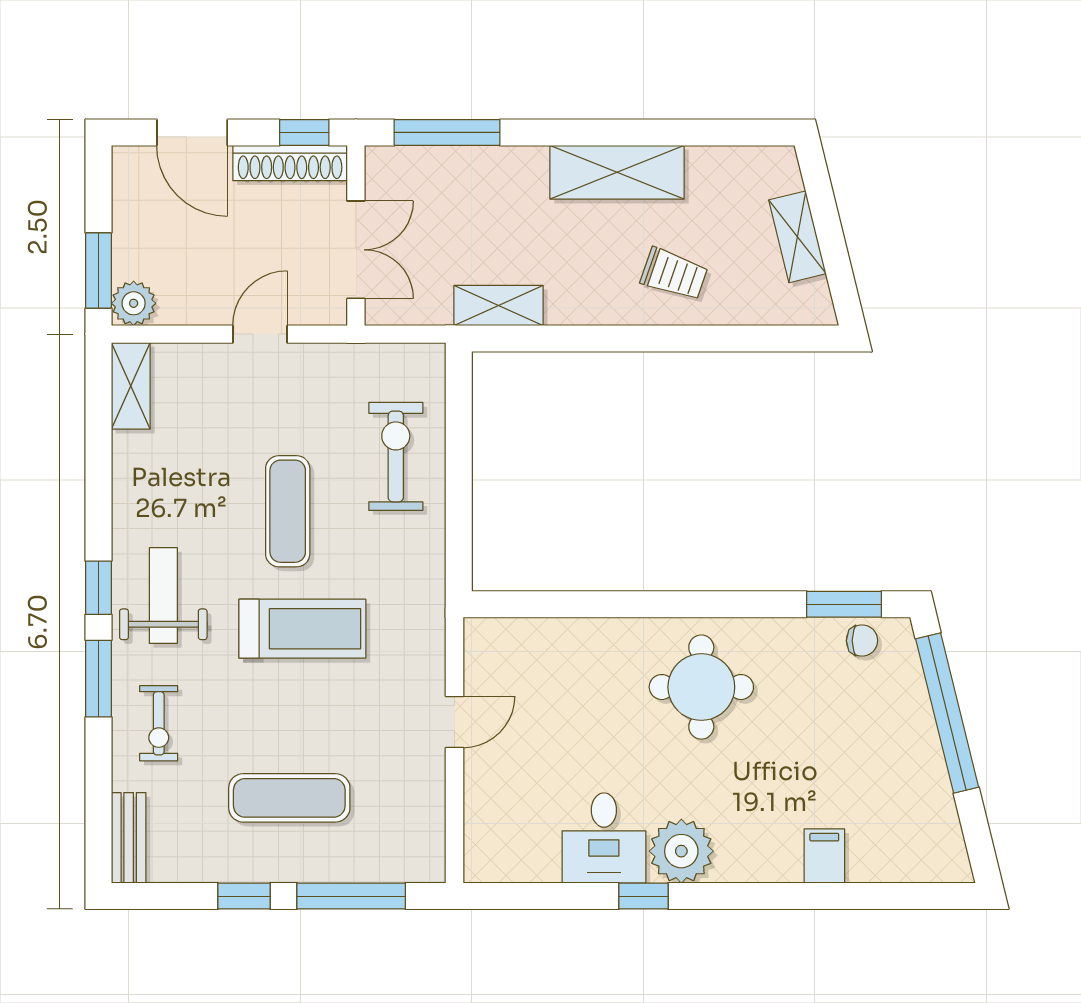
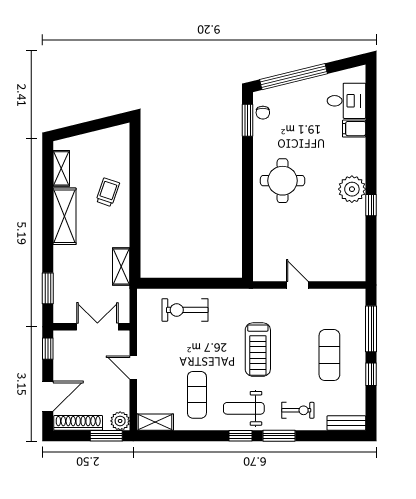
window: (447, 132) -> (48, 288), width x0.69
shoe rack: (290, 163) -> (78, 423), moved, turned -90
shelving: (797, 237) -> (61, 168), moved, turned -76
exercise mat: (288, 511) -> (197, 395), moved, turned 90
treadmill: (302, 629) -> (258, 350), turned 180
chair: (862, 641) -> (263, 113), turned 180
desk: (604, 838) -> (346, 101), moved

